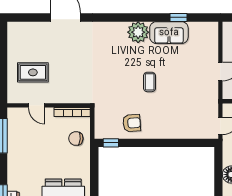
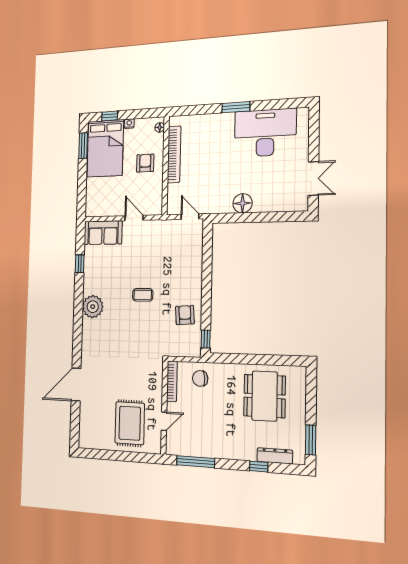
sofa: (169, 33) -> (103, 233), moved, turned 90
rug: (33, 72) -> (130, 423), width x1.36, depth x1.43
chair: (76, 138) -> (200, 378), turned 81

